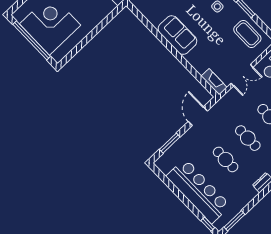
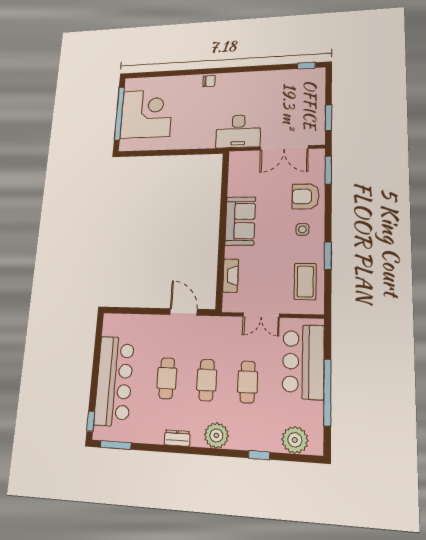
fireplace: (214, 82) -> (231, 276), moved
door: (198, 116) -> (184, 312), hinge flipped
window: (170, 143) -> (135, 311), removed

